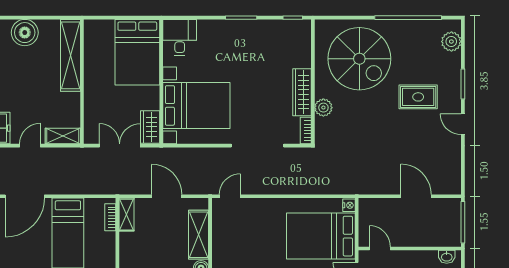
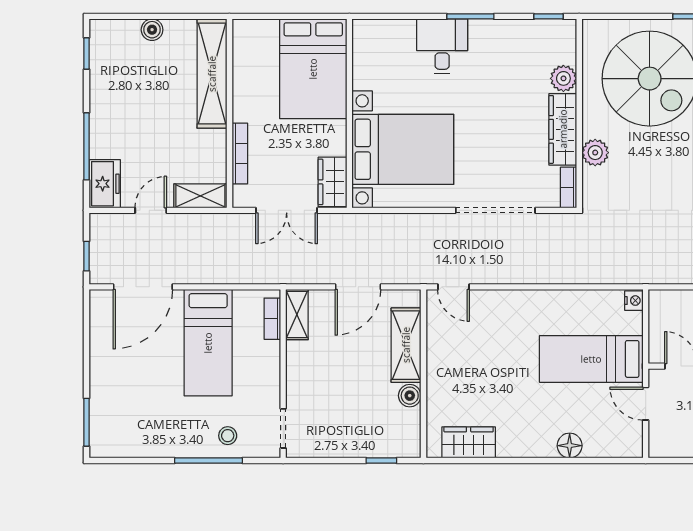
boiler: (25, 33) -> (152, 30), width x0.54, depth x0.54
desk: (180, 37) -> (442, 46), moved
plant: (303, 59) -> (563, 78), added
bookcase: (89, 108) -> (240, 153), added
double door: (120, 146) -> (287, 210), swing flipped
door: (167, 196) -> (358, 287), swing flipped
door: (230, 196) -> (453, 287), swing flipped
bed: (321, 236) -> (591, 359), width x0.67

